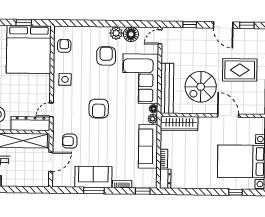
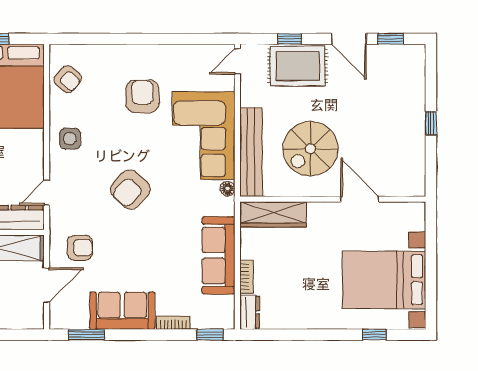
plant: (116, 33) -> (160, 56), removed
floor lamp: (131, 34) -> (186, 57), removed
armchair: (64, 46) -> (68, 79), turned 132
rug: (240, 70) -> (298, 66), moved
armchair: (99, 109) -> (130, 190), turned 43
plant: (153, 119) -> (226, 206), removed
armchair: (70, 141) -> (80, 248), turned 180
window: (94, 190) -> (87, 335), moved

